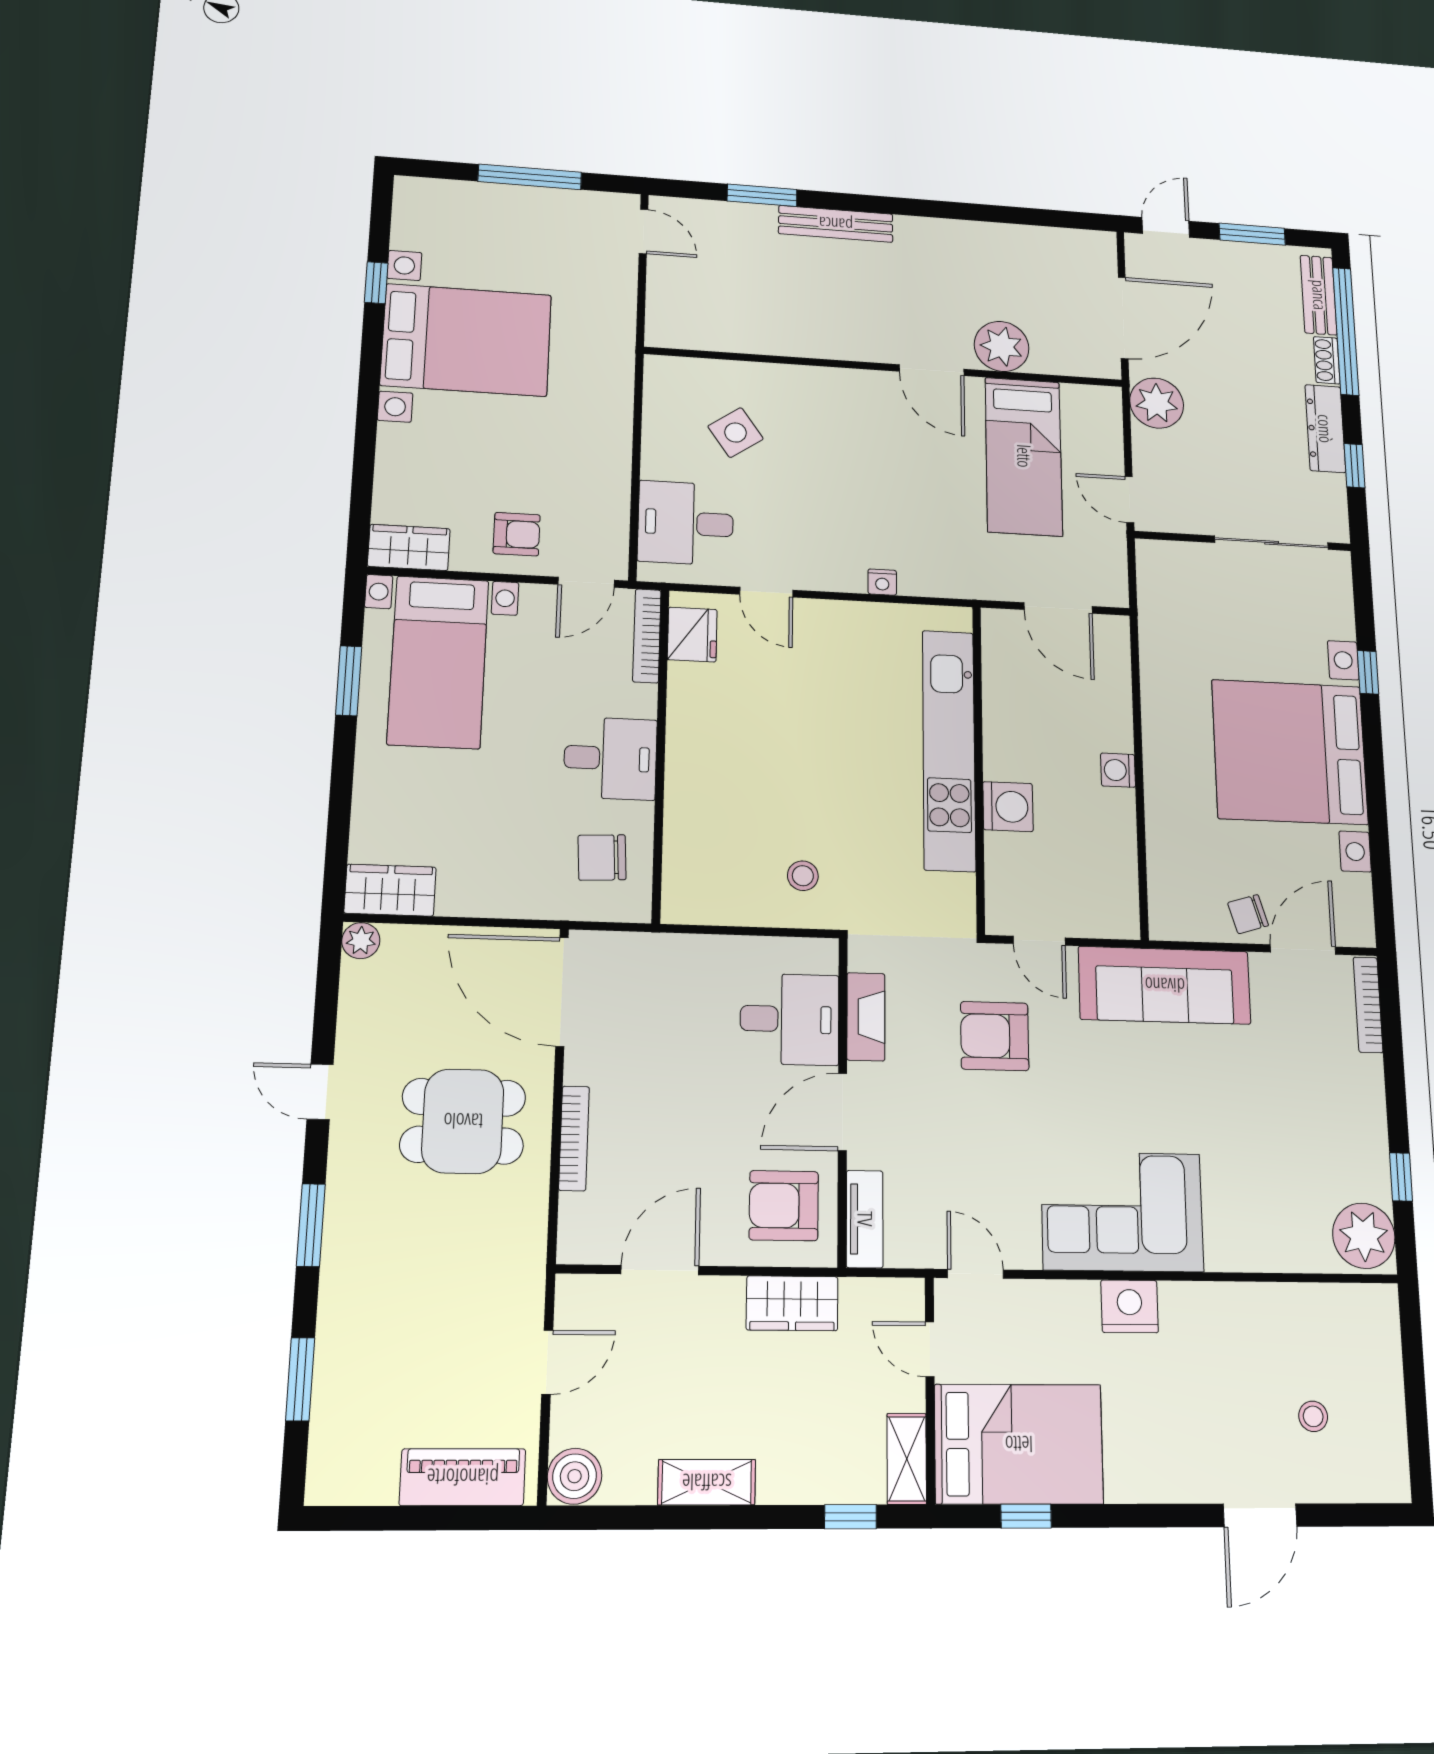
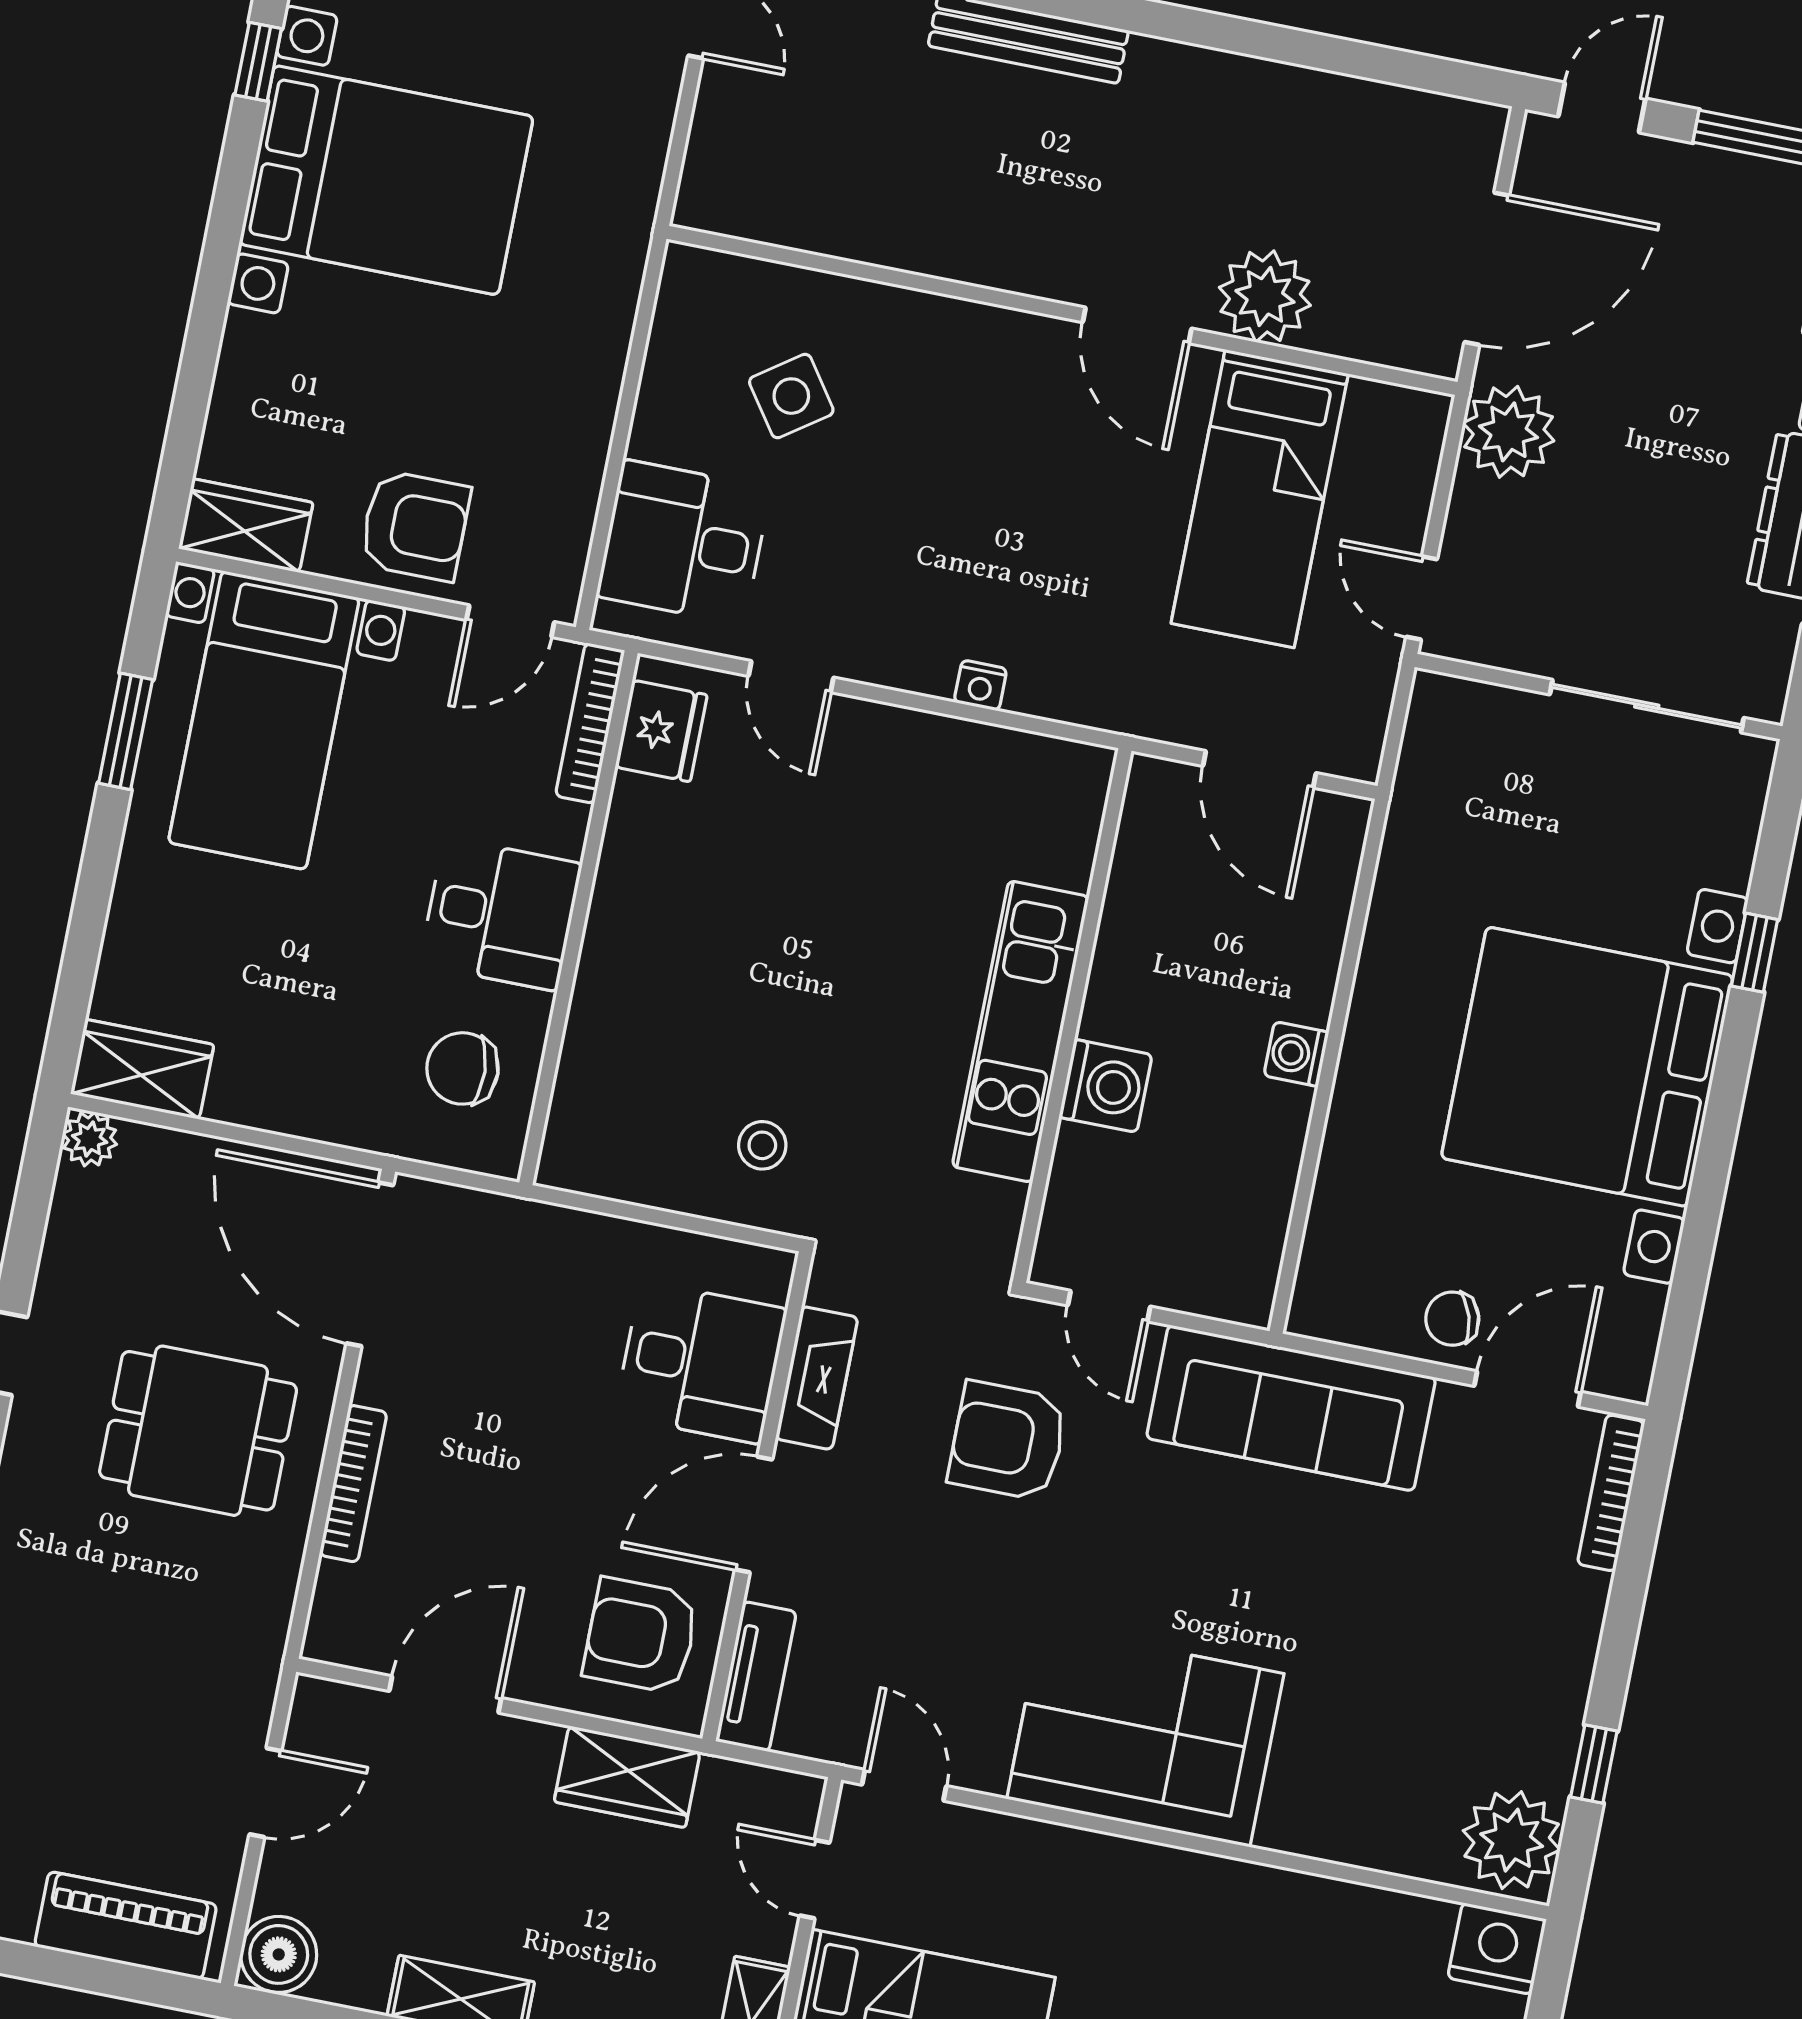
armchair: (517, 534) -> (415, 526), width x1.38, depth x1.38
kitchen unit: (949, 750) -> (1021, 1032), width x0.73
nightstand: (1130, 1306) -> (1497, 1949), moved

